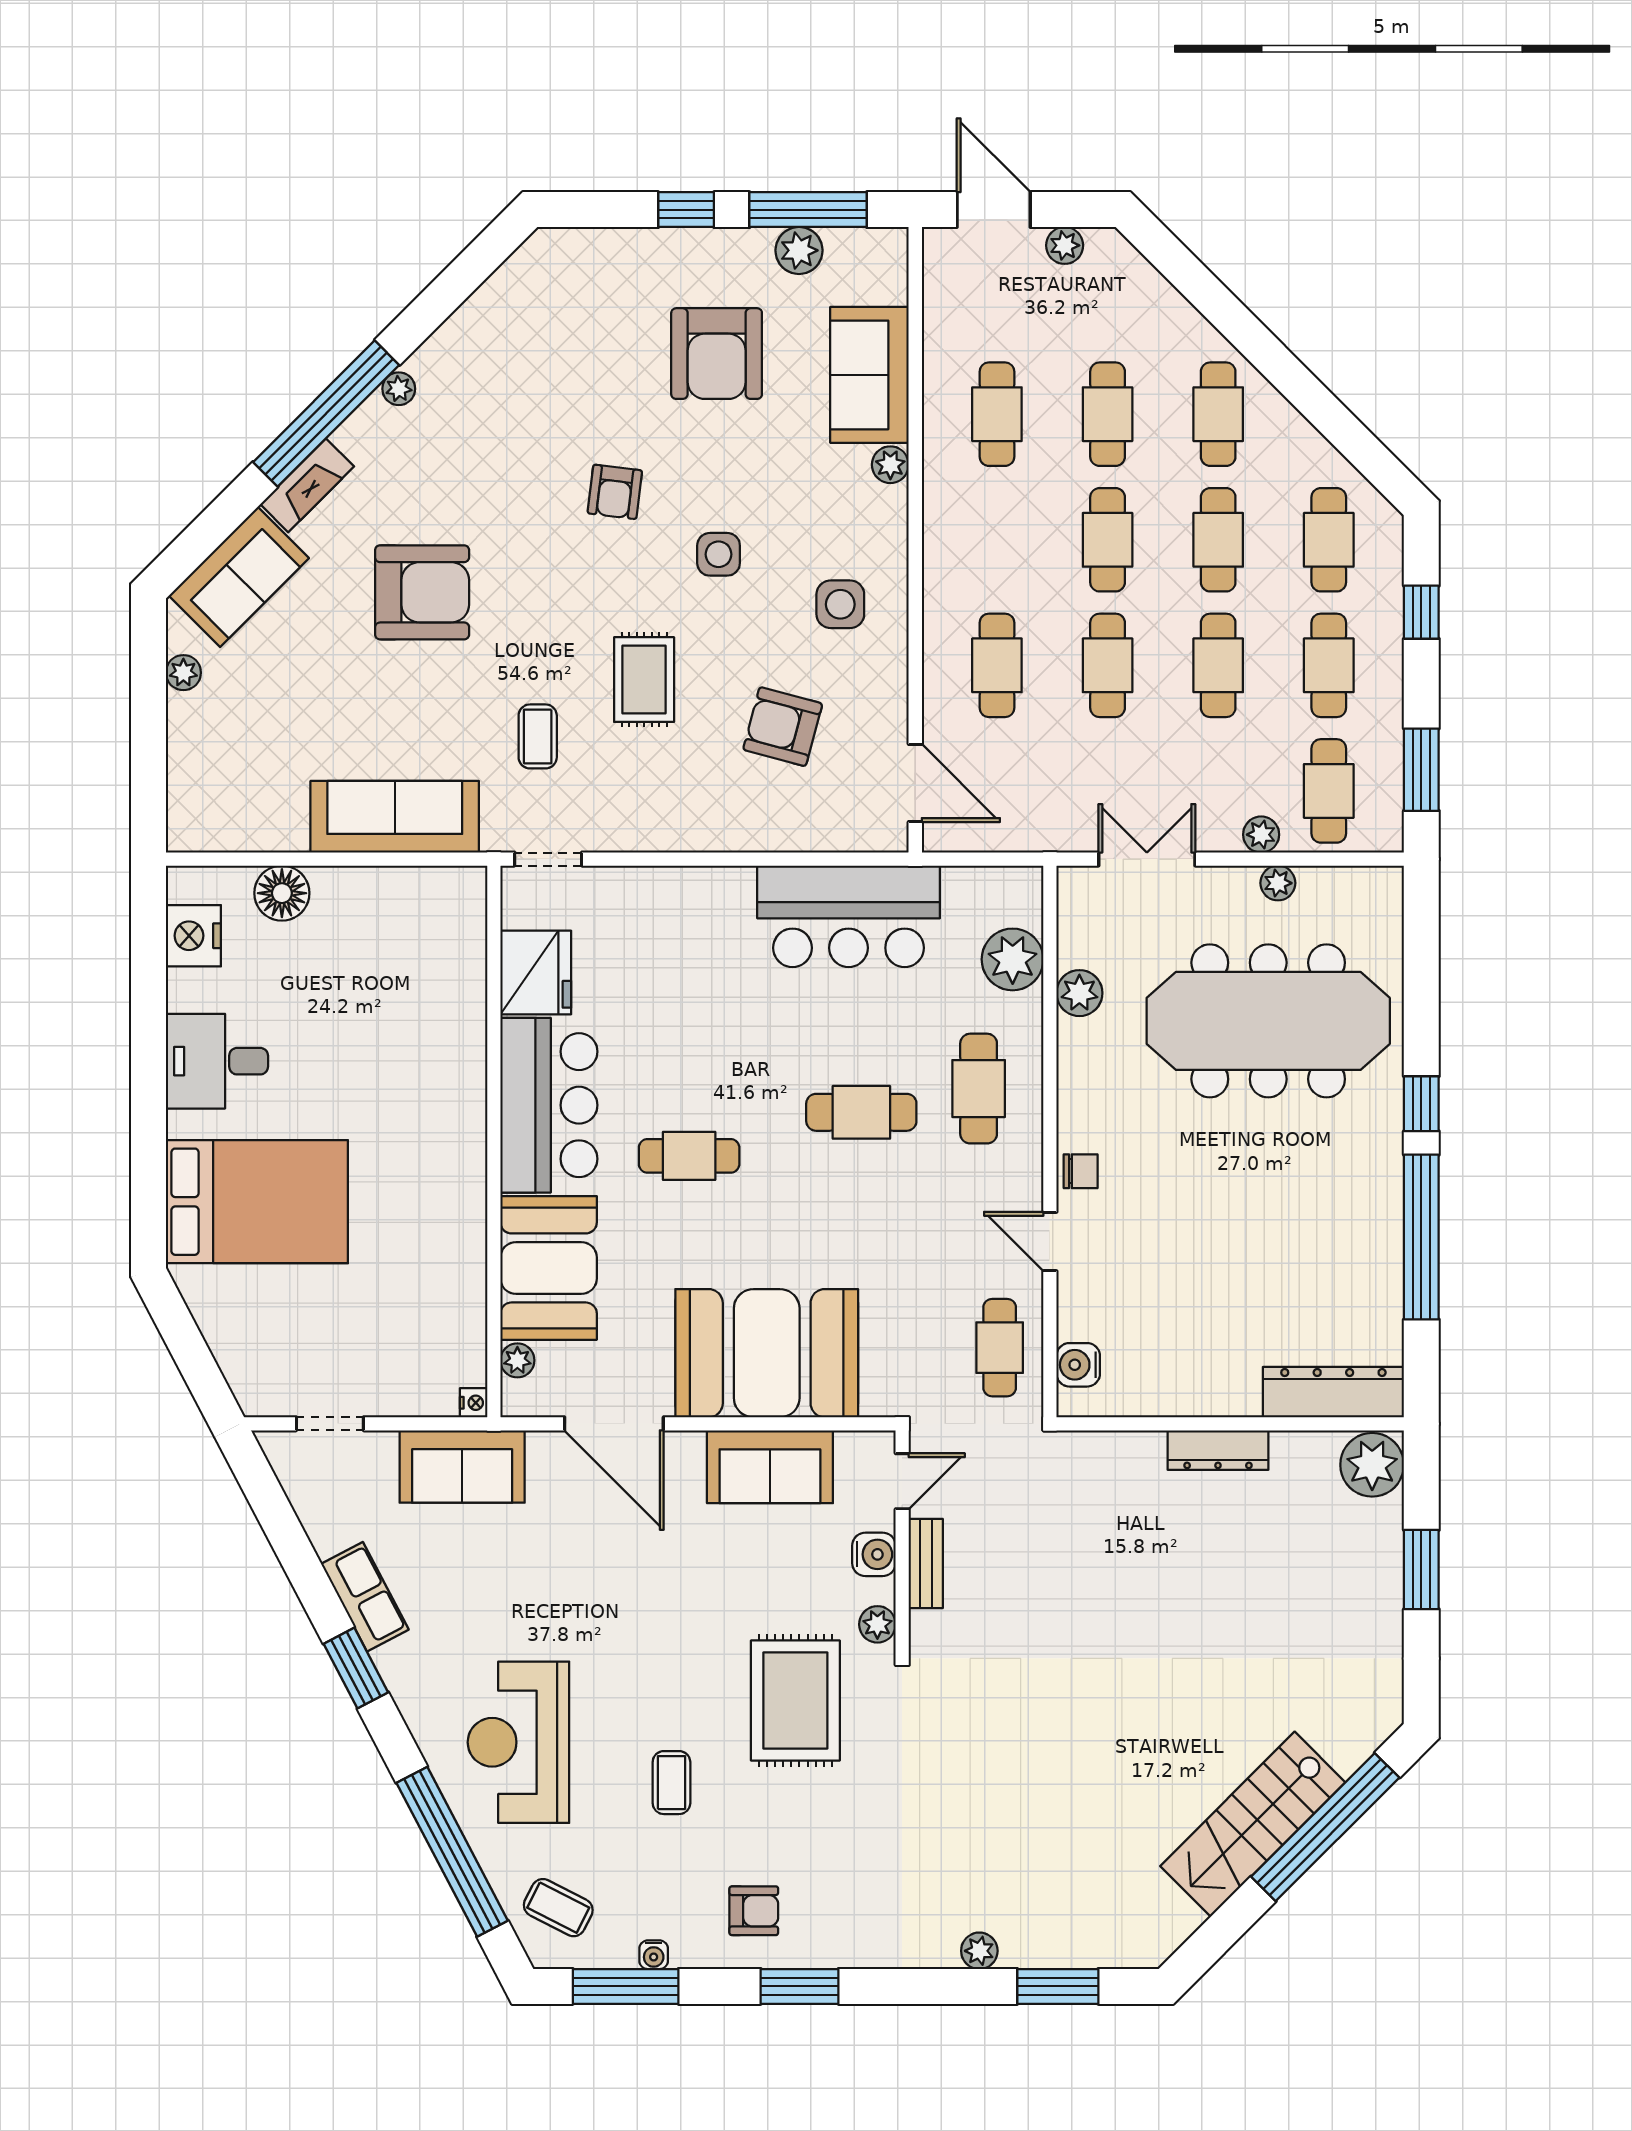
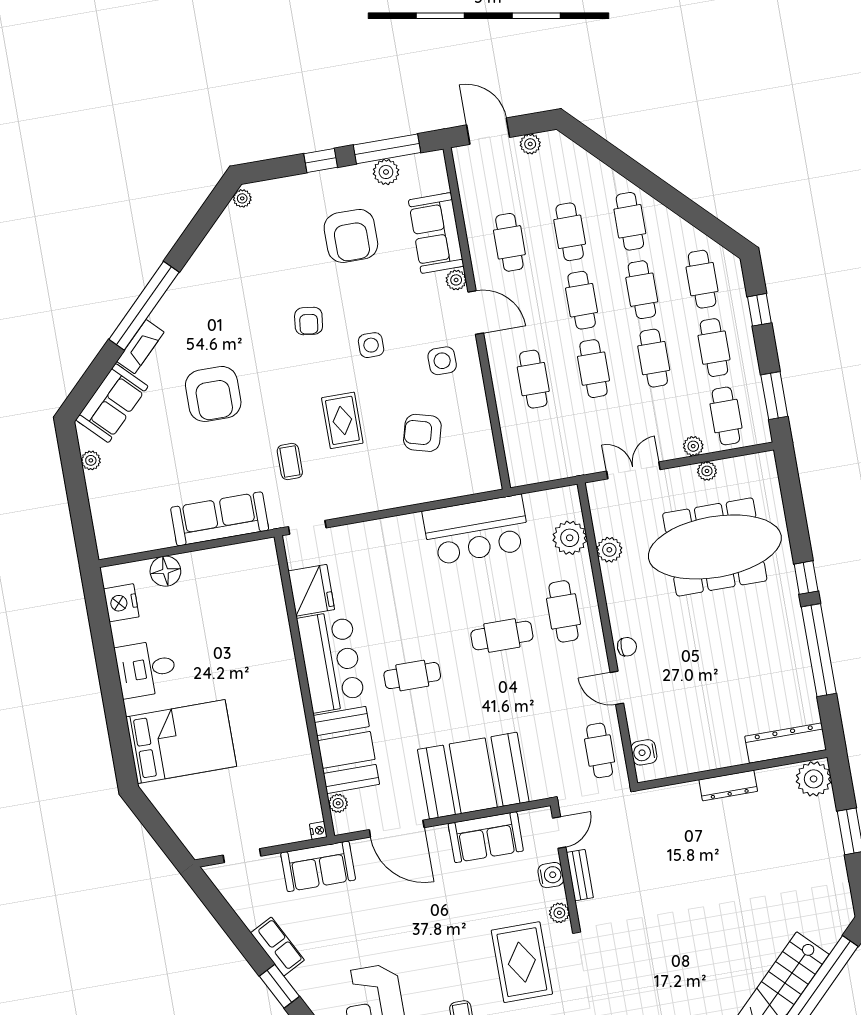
plant: (399, 389) -> (242, 198), moved
armchair: (422, 592) -> (213, 394), turned 90
door: (915, 783) -> (476, 312), moved

